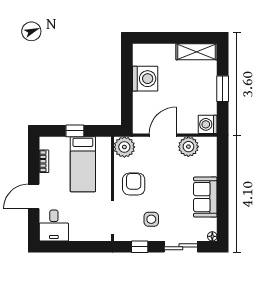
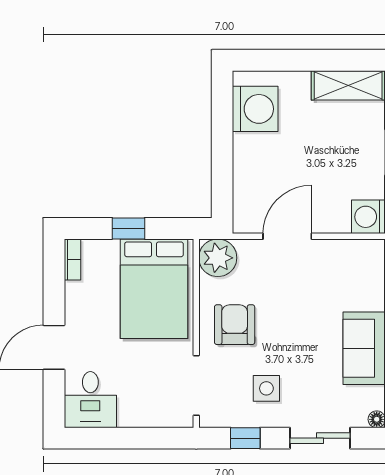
washing machine: (145, 79) -> (255, 109), moved
plant: (188, 147) -> (334, 257), removed
bookcase: (44, 161) -> (72, 259), moved
bed: (83, 164) -> (154, 289), width x1.50

